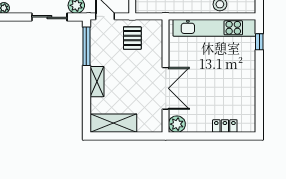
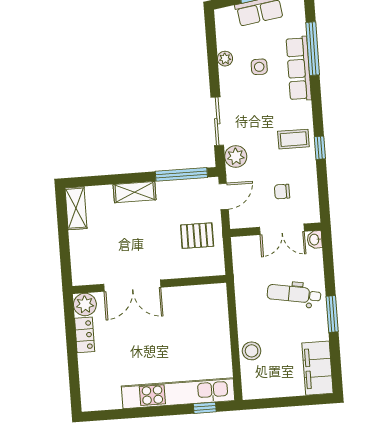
kitchen unit: (214, 28) -> (178, 393), moved, turned 90
shelving: (113, 123) -> (76, 208), width x0.67, depth x0.75
locker: (225, 126) -> (85, 335), moved

